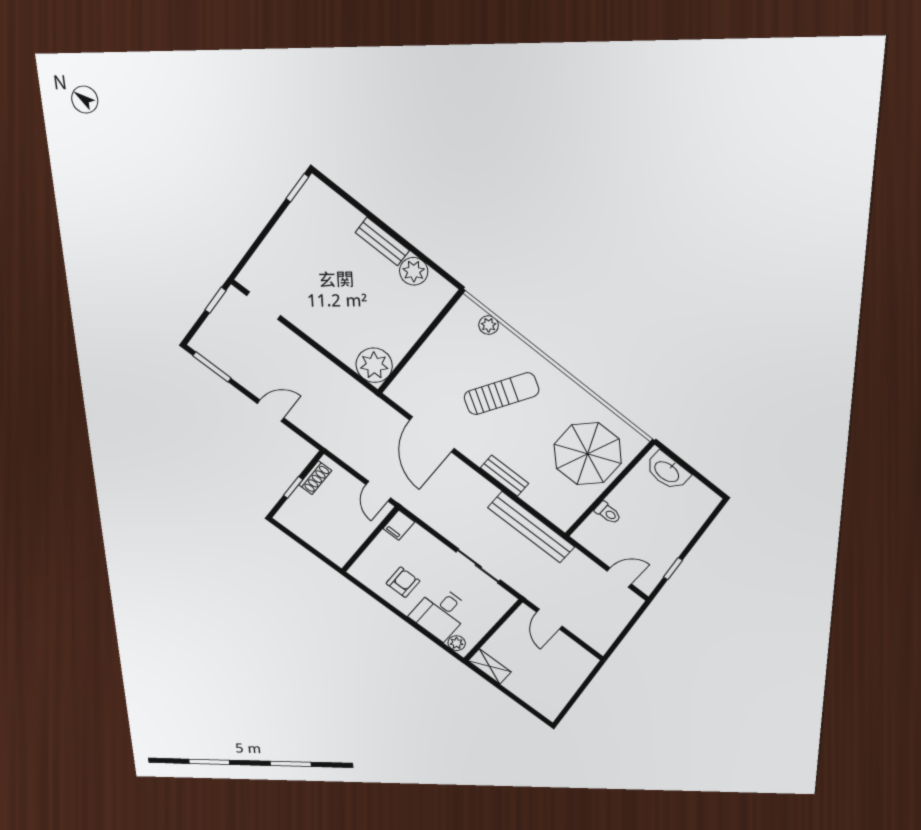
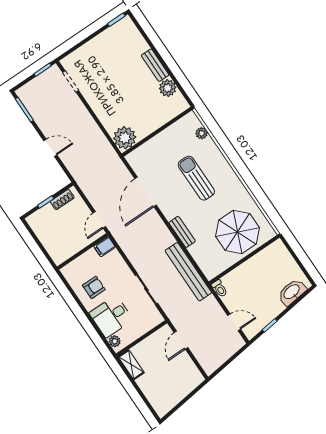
sun lounger: (501, 394) -> (196, 178), turned -122
washbasin: (667, 471) -> (292, 292), moved, turned 83
toilet: (608, 513) -> (219, 288), moved

